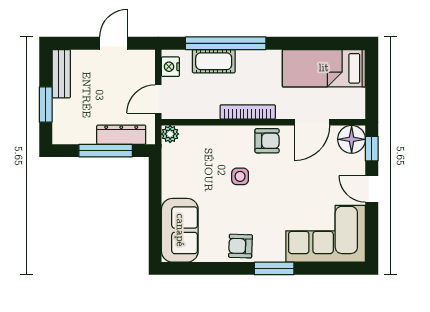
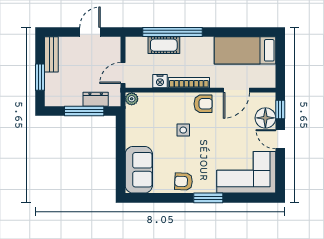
nightstand: (170, 67) -> (160, 81), moved, turned -90
dresser: (121, 135) -> (96, 99), width x0.70
floor lamp: (352, 139) -> (265, 118), moved

